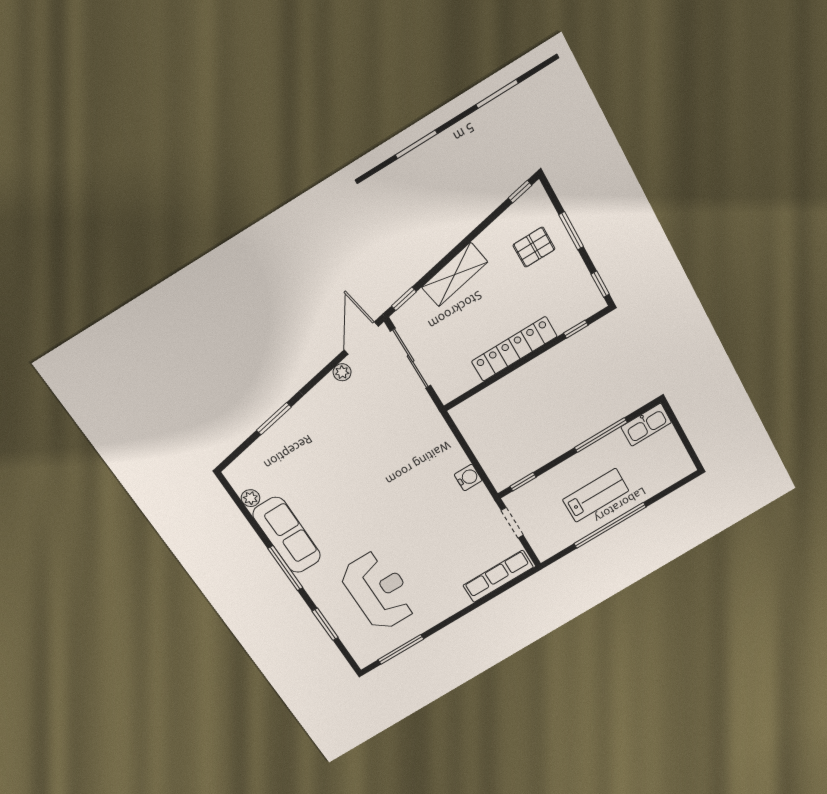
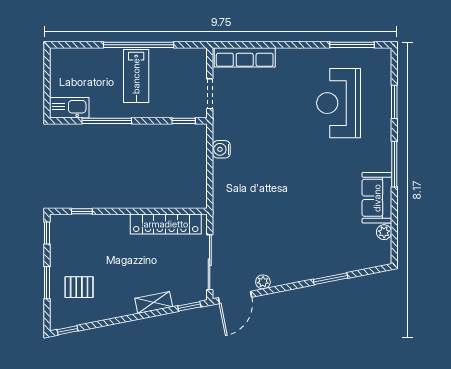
shelving: (455, 275) -> (154, 302), width x0.67, depth x0.75
locker: (514, 349) -> (166, 224), moved
lab bench: (596, 495) -> (136, 76), turned -90
sofa: (287, 535) -> (377, 198), width x0.73

